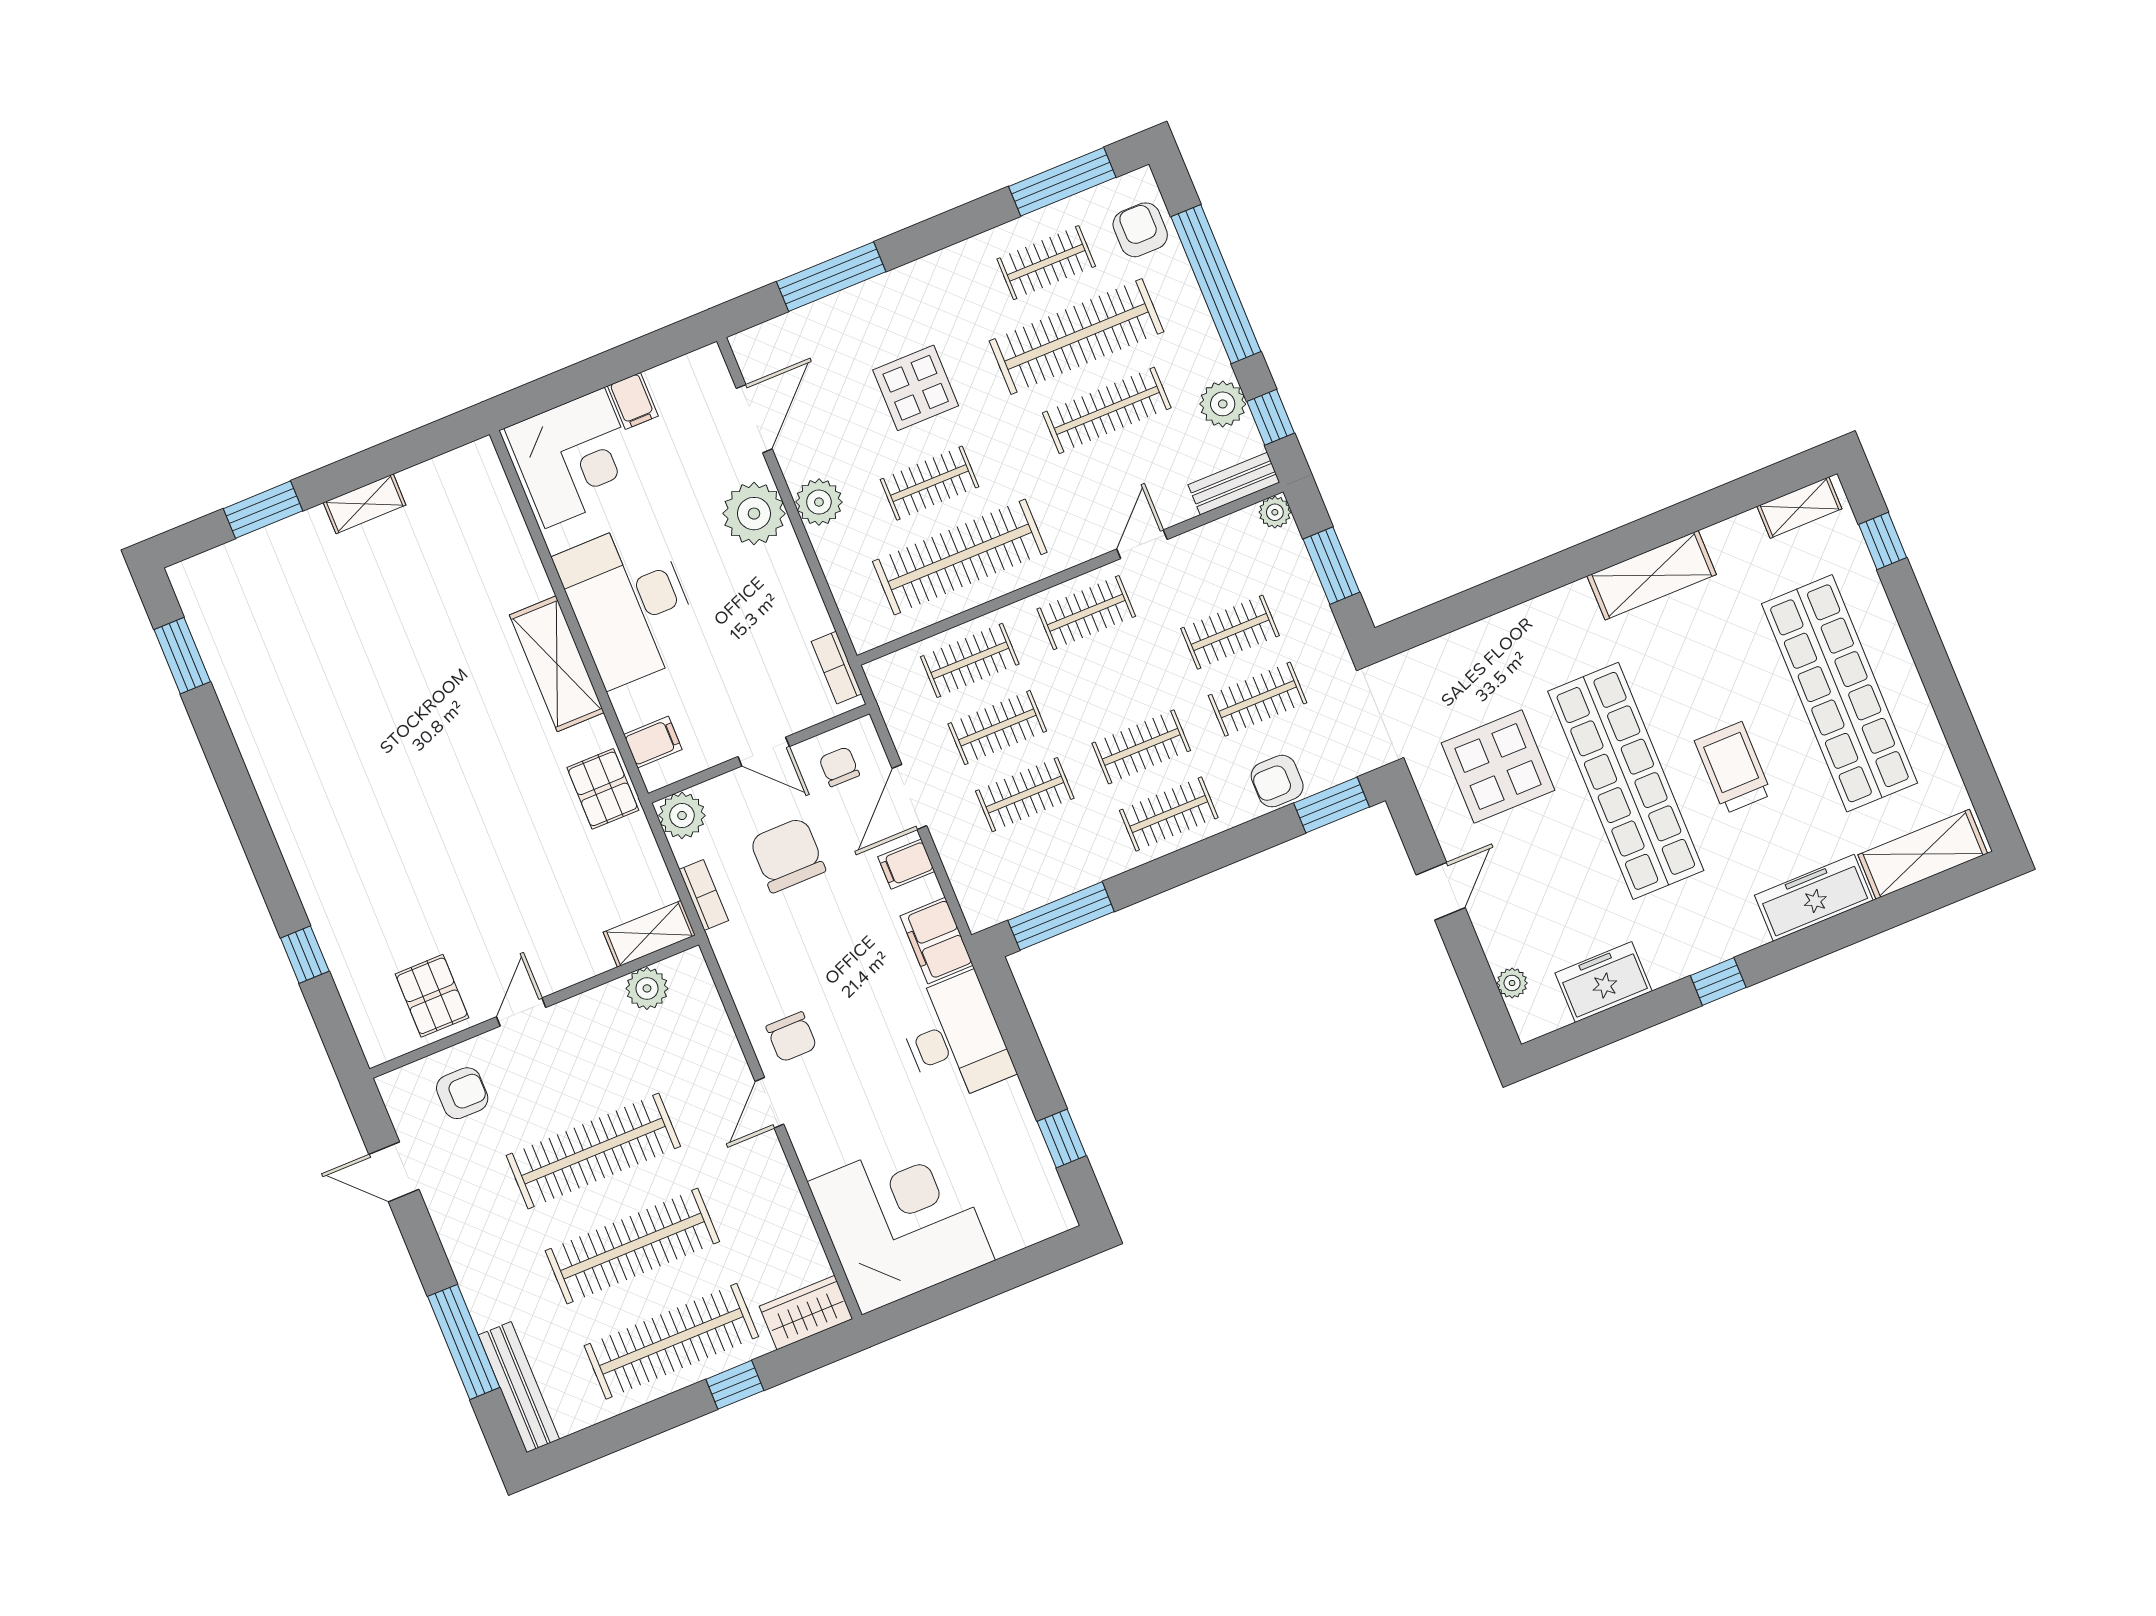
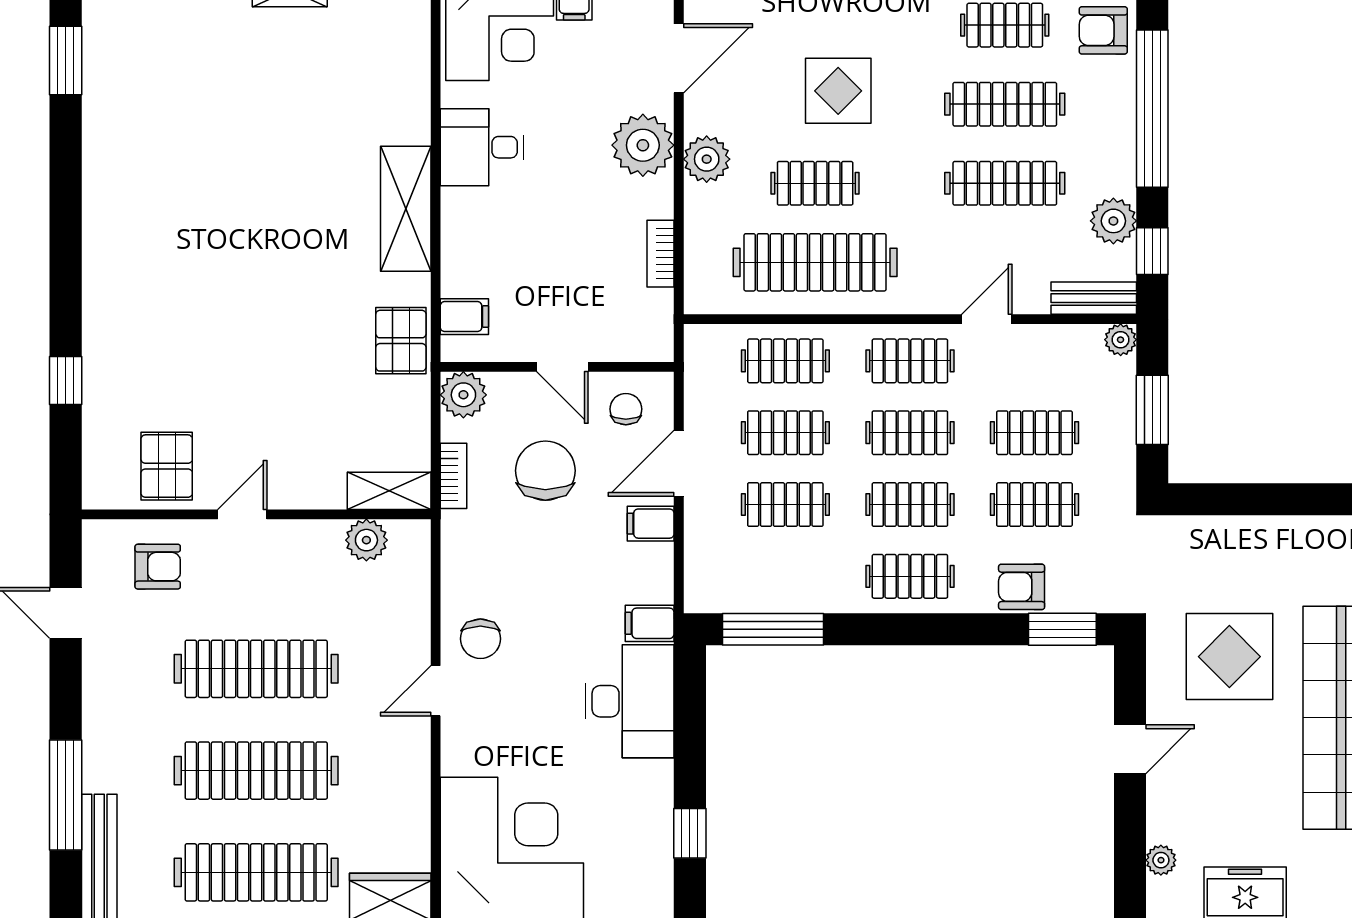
armchair: (1140, 230) -> (1103, 30), turned -90
clothes rail: (1076, 336) -> (1005, 104), width x0.73, depth x0.76
desk: (629, 604) -> (482, 147), width x0.53, depth x0.77
bookcase: (836, 668) -> (661, 254), moved
clothes rail: (1114, 680) -> (910, 433), added
filing cabinet: (937, 941) -> (650, 623), width x0.50

